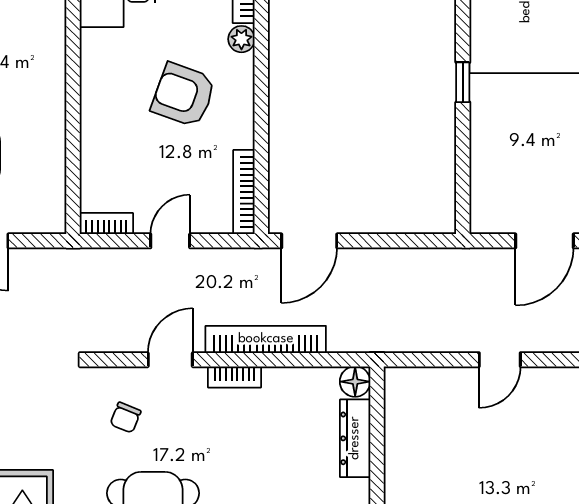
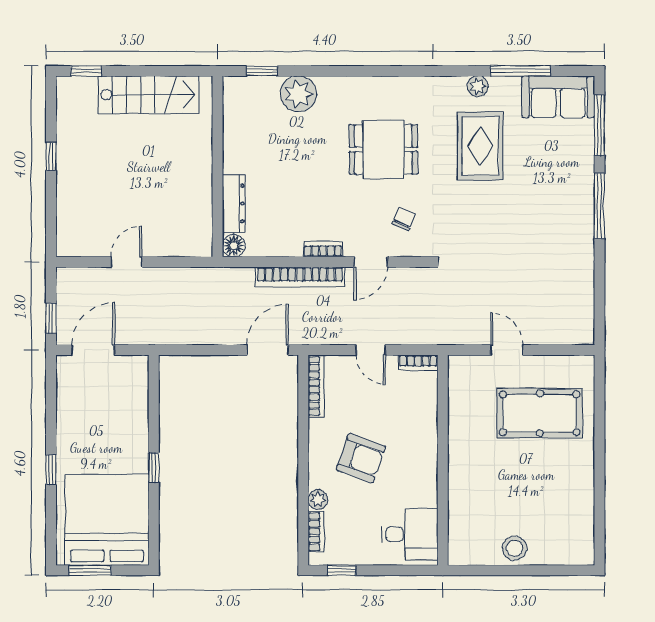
door: (170, 241) -> (371, 350), hinge flipped

